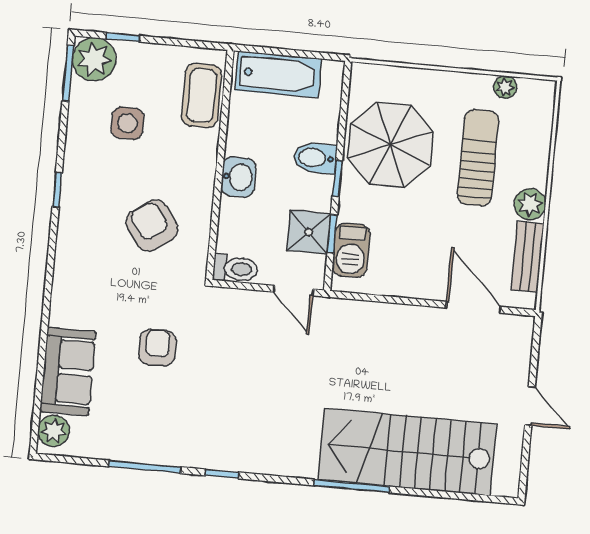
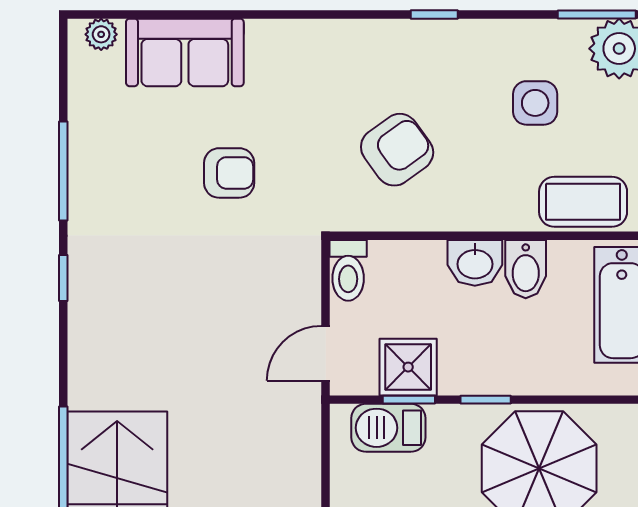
bidet: (315, 158) -> (526, 269), moved, turned 180
plant: (54, 431) -> (101, 34), width x0.73, depth x0.73

